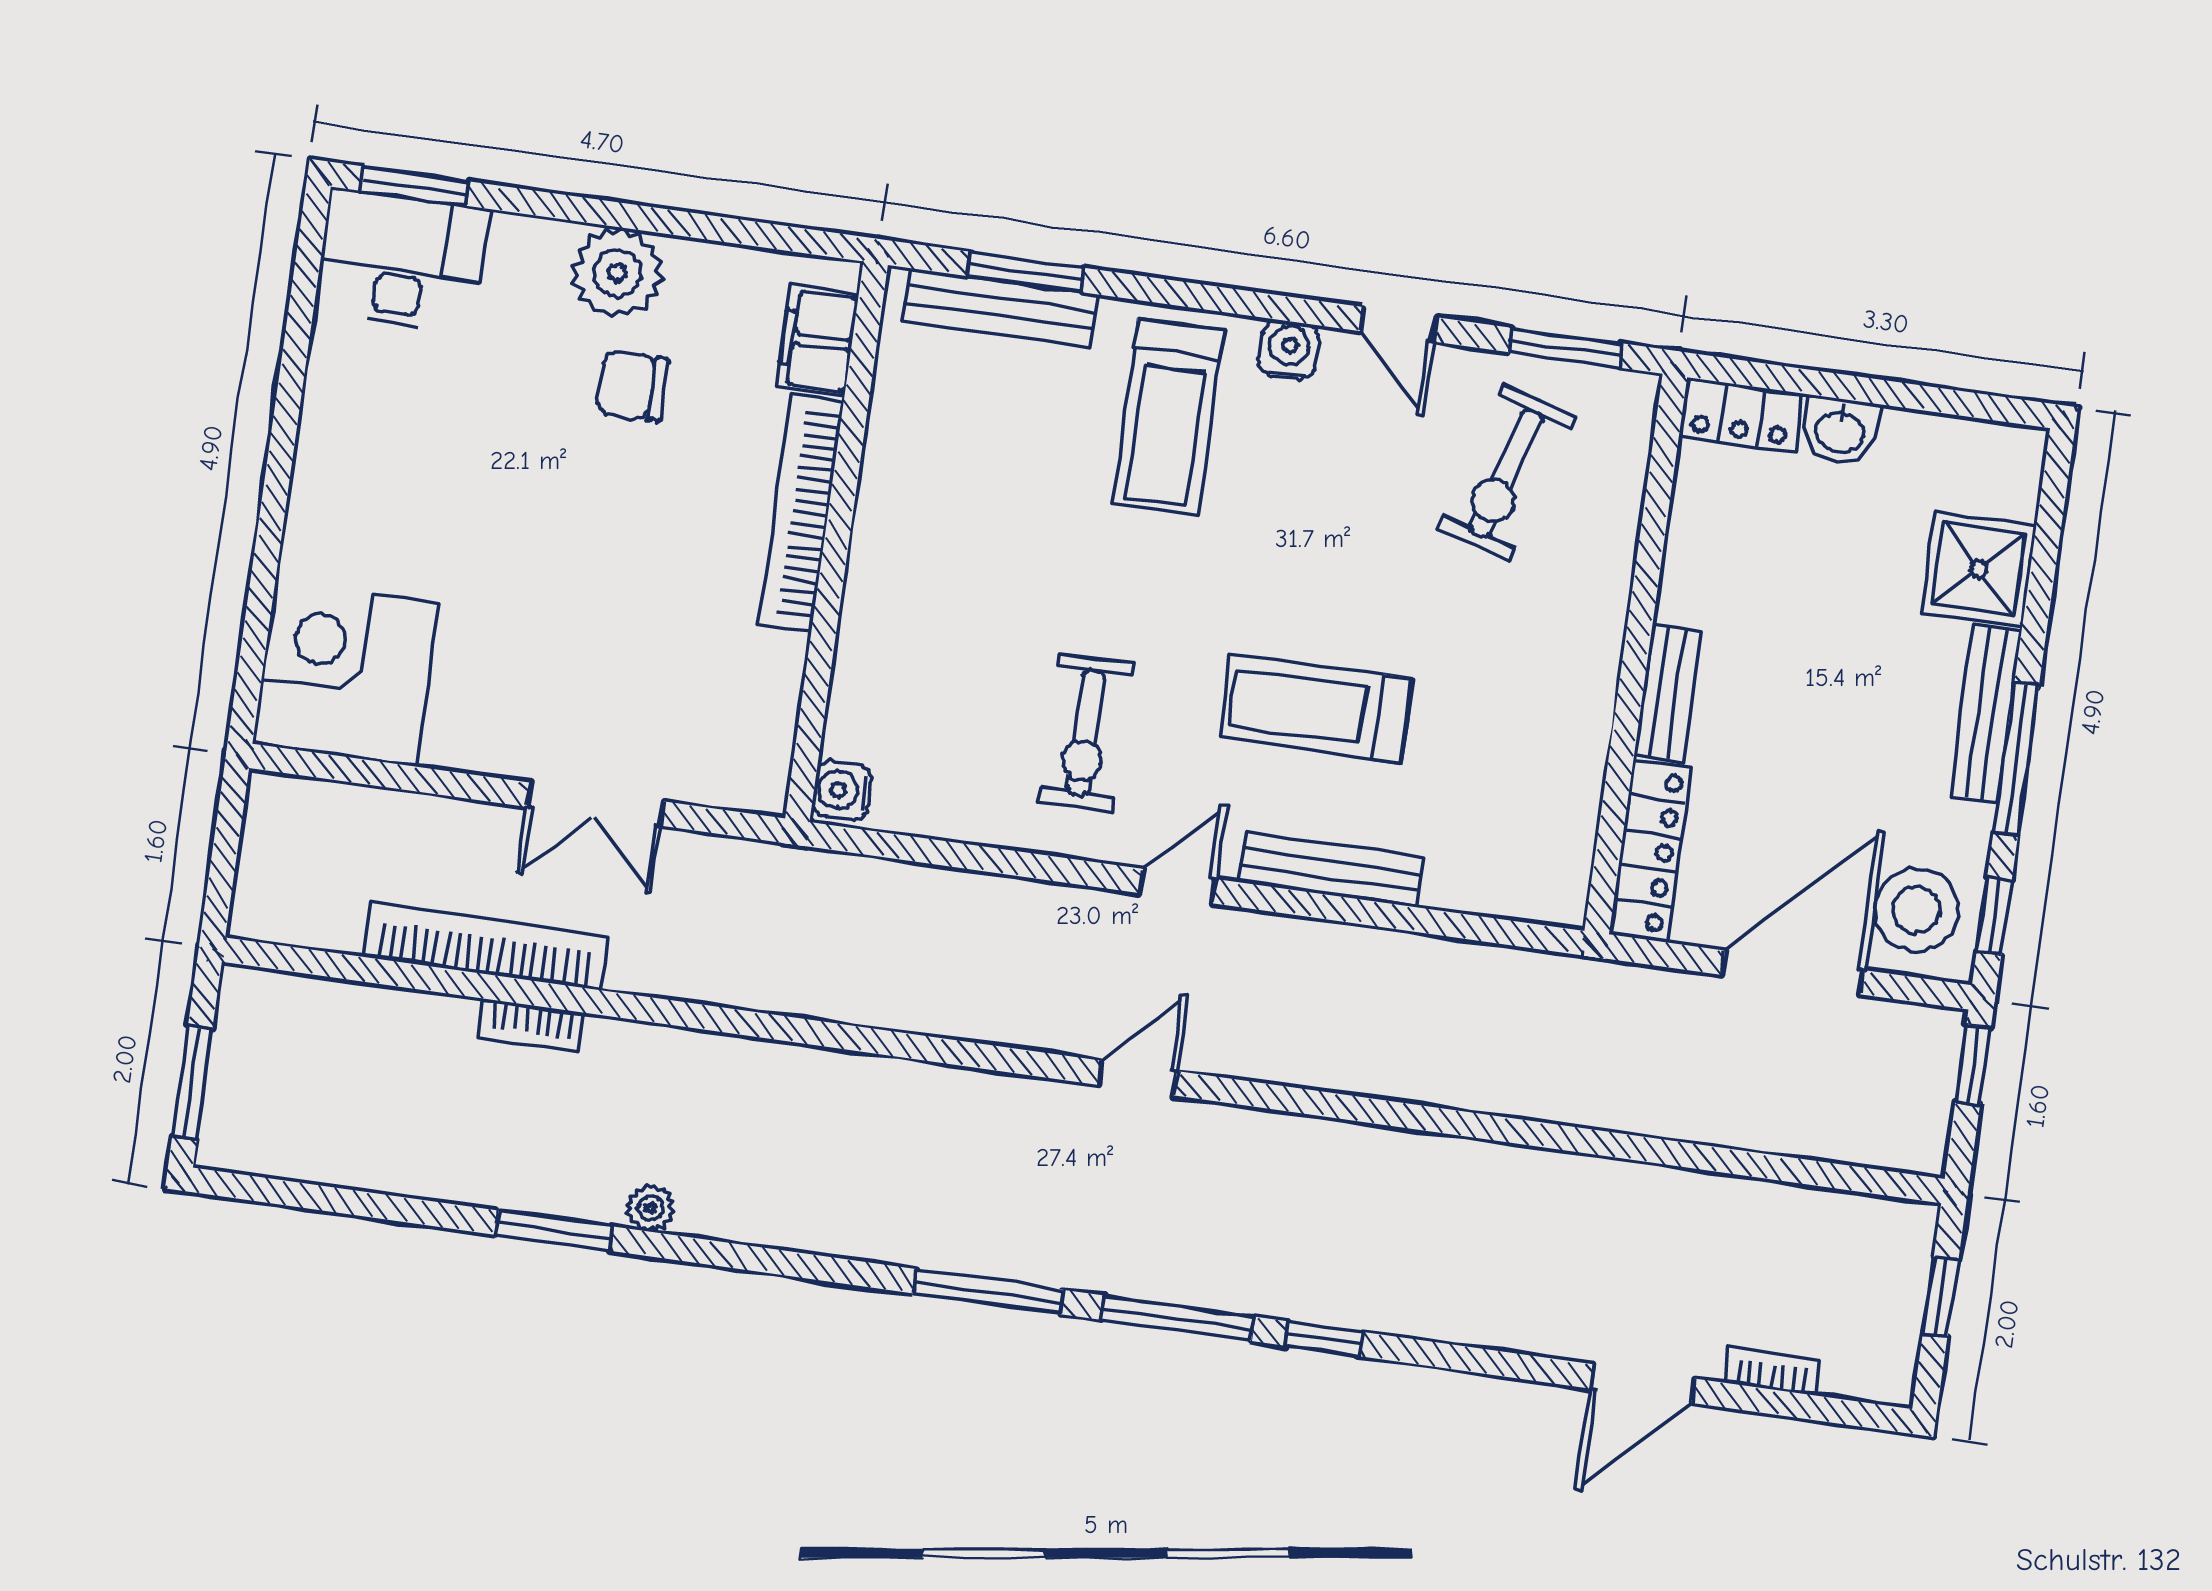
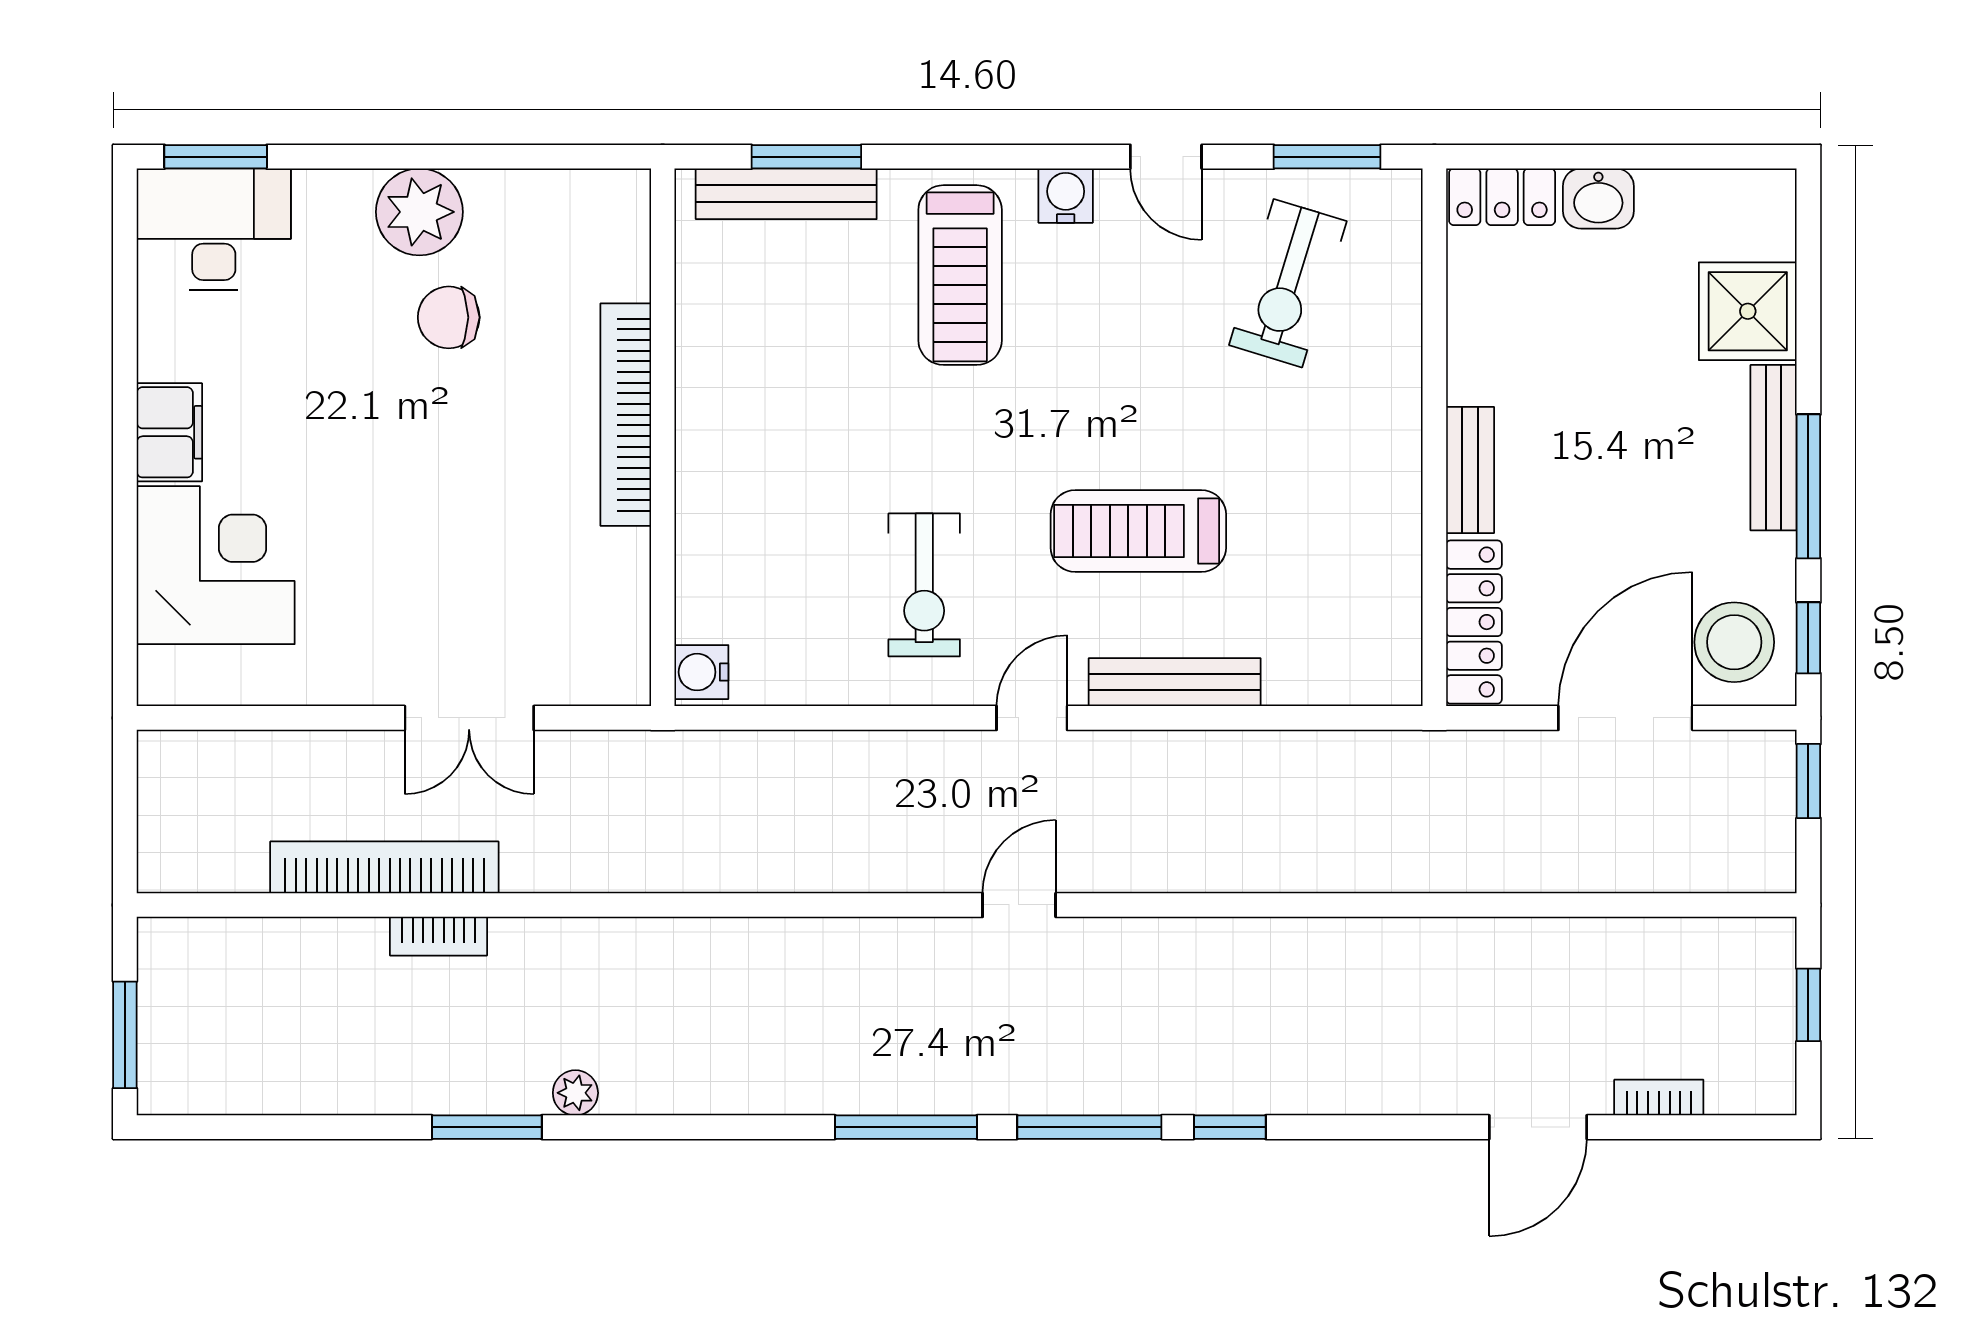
filing cabinet: (818, 341) -> (169, 432), moved, turned 180
corner desk: (346, 673) -> (216, 565), moved, turned 90

